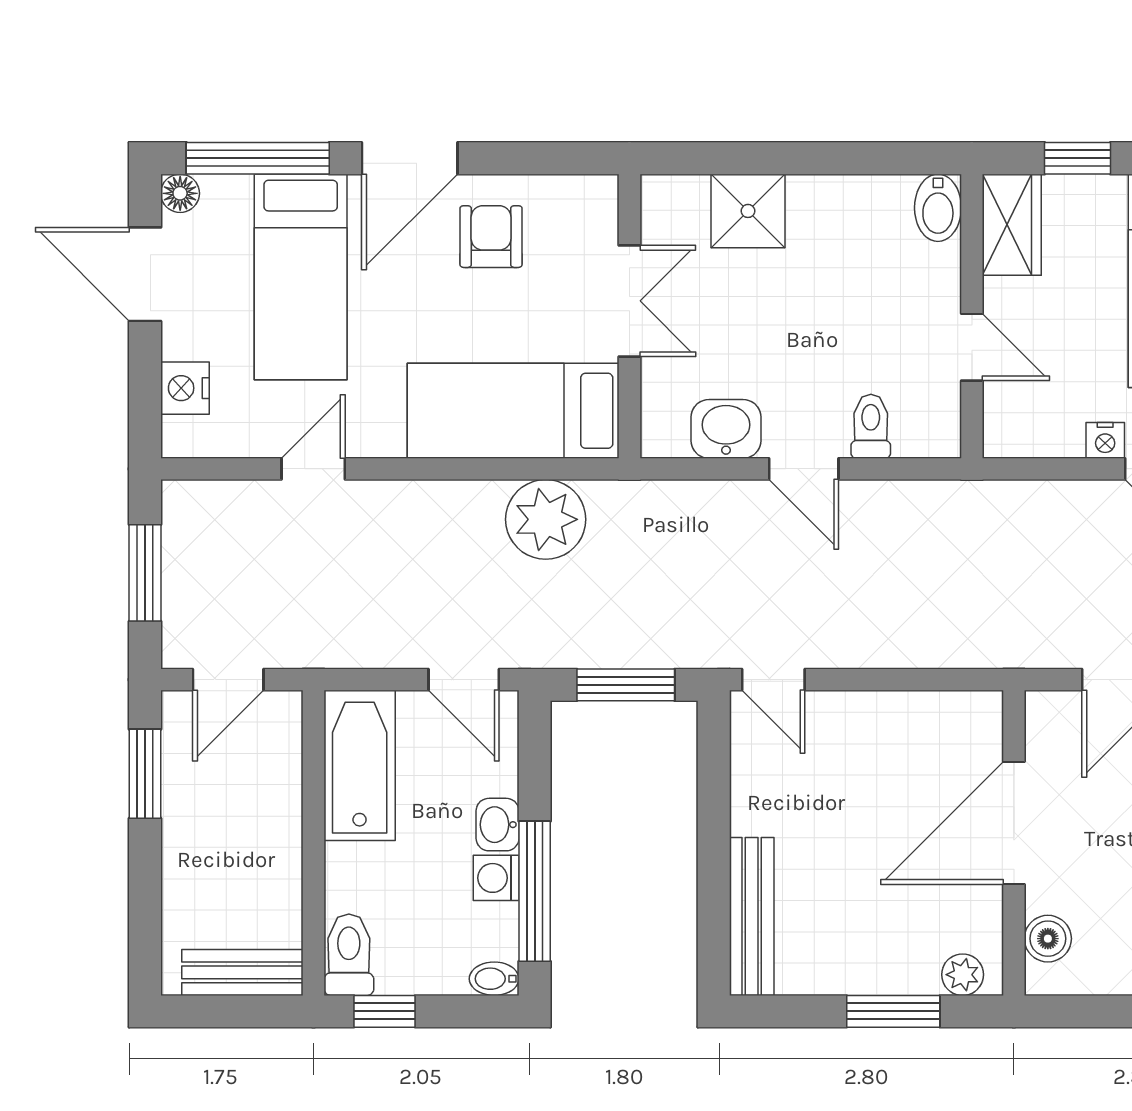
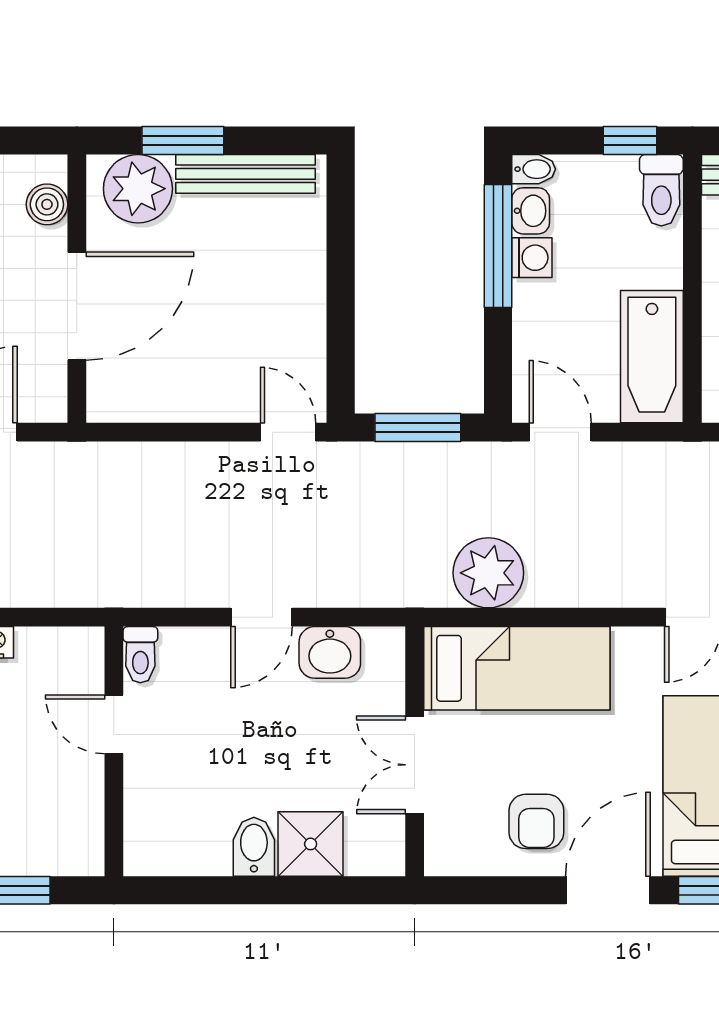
bidet: (938, 208) -> (254, 847), moved
wardrobe: (1012, 225) -> (79, 832), removed
toilet: (871, 426) -> (140, 655), moved
door: (804, 469) -> (262, 617), swing flipped
washbasin: (498, 825) -> (531, 211), moved
bench: (752, 916) -> (246, 174), moved, turned 90
plant: (963, 975) -> (138, 189), width x1.88, depth x1.88

